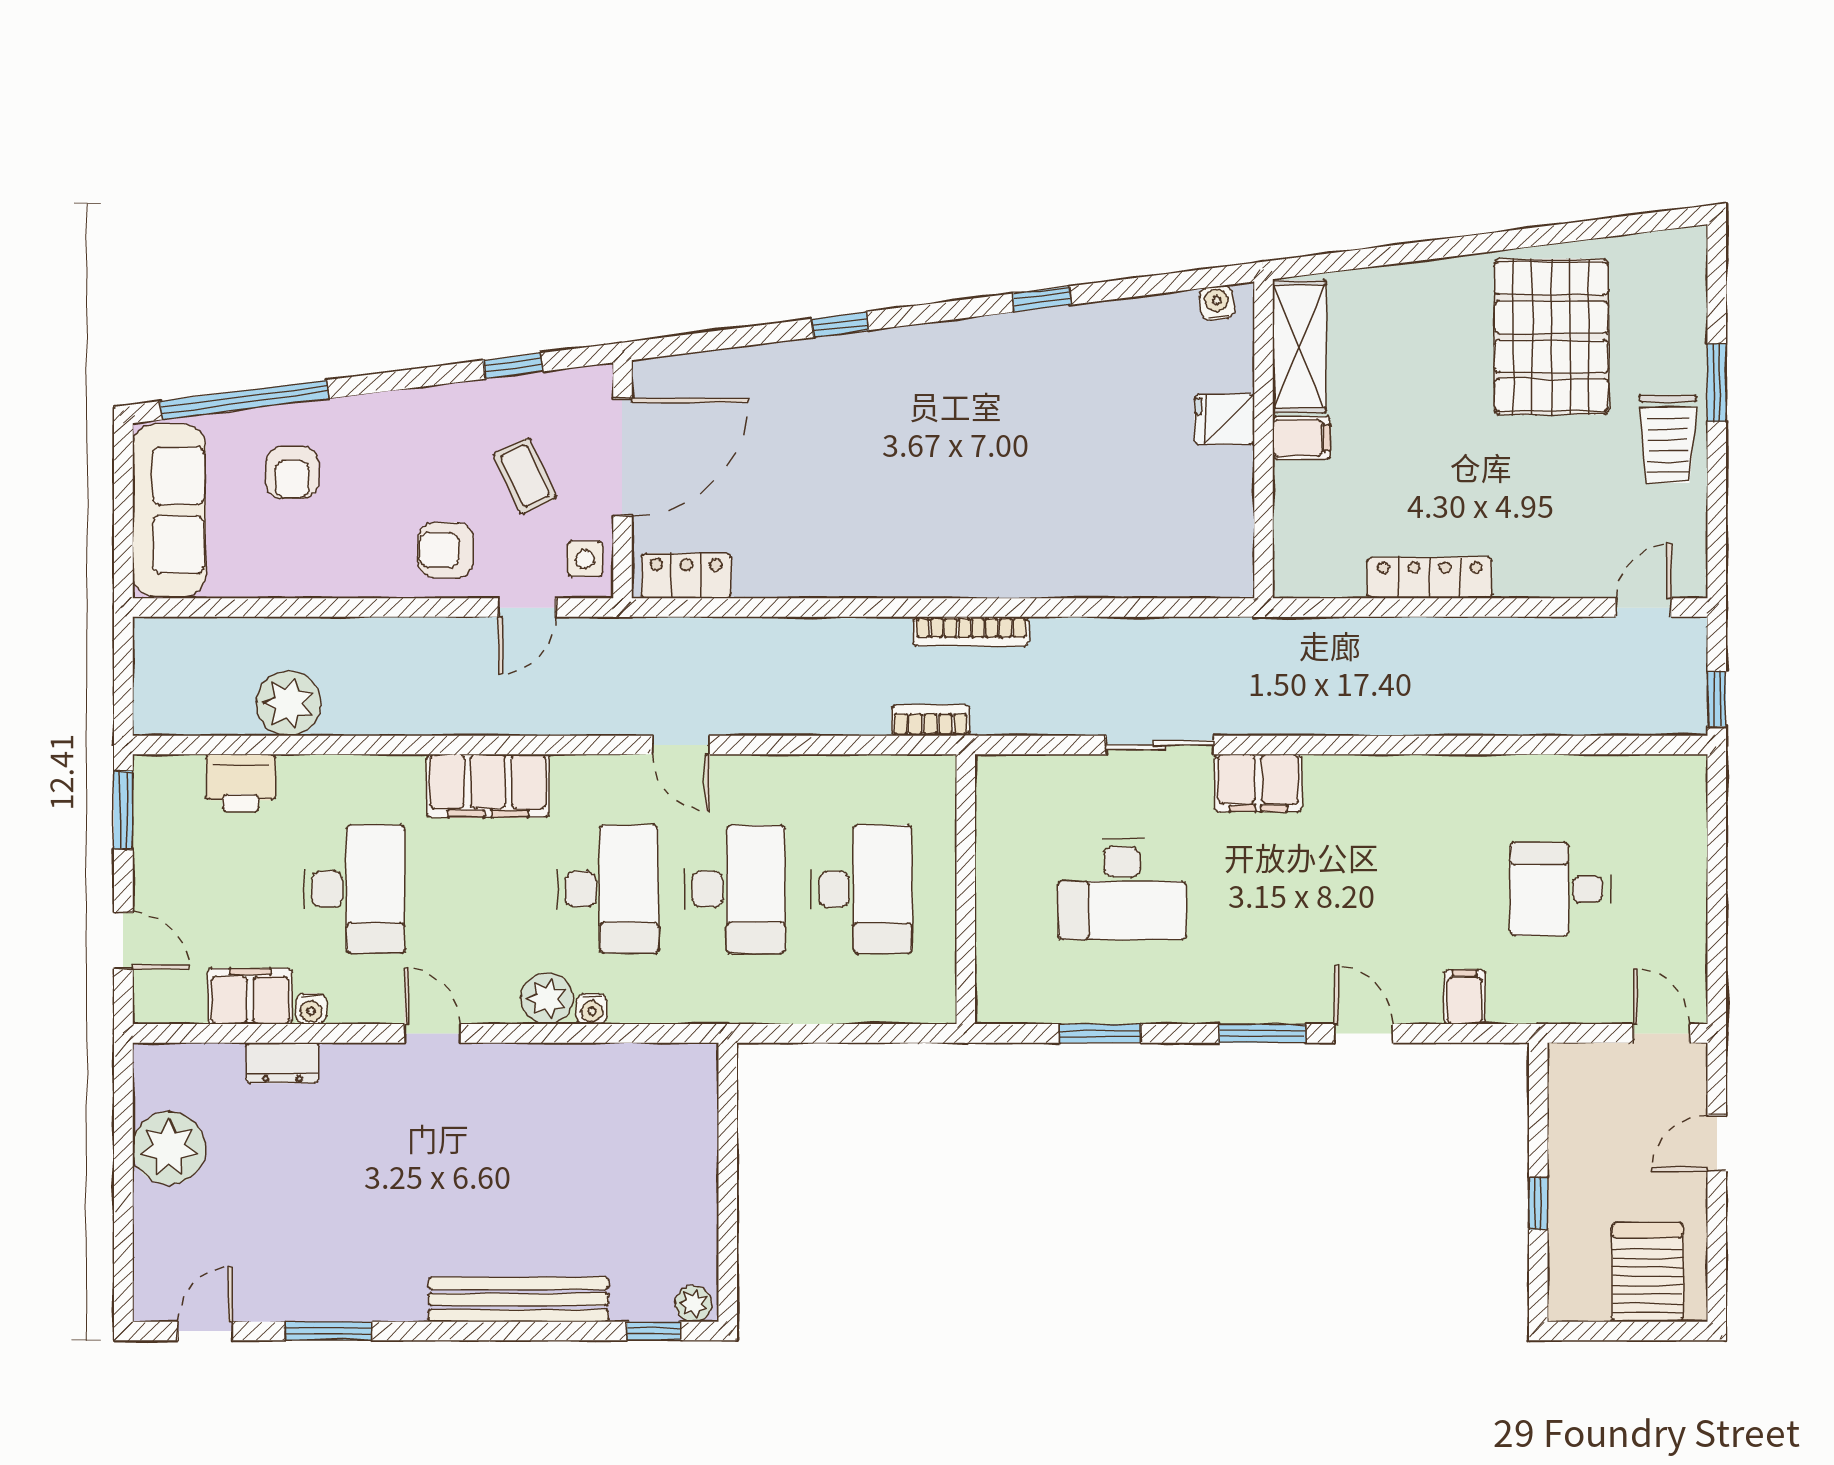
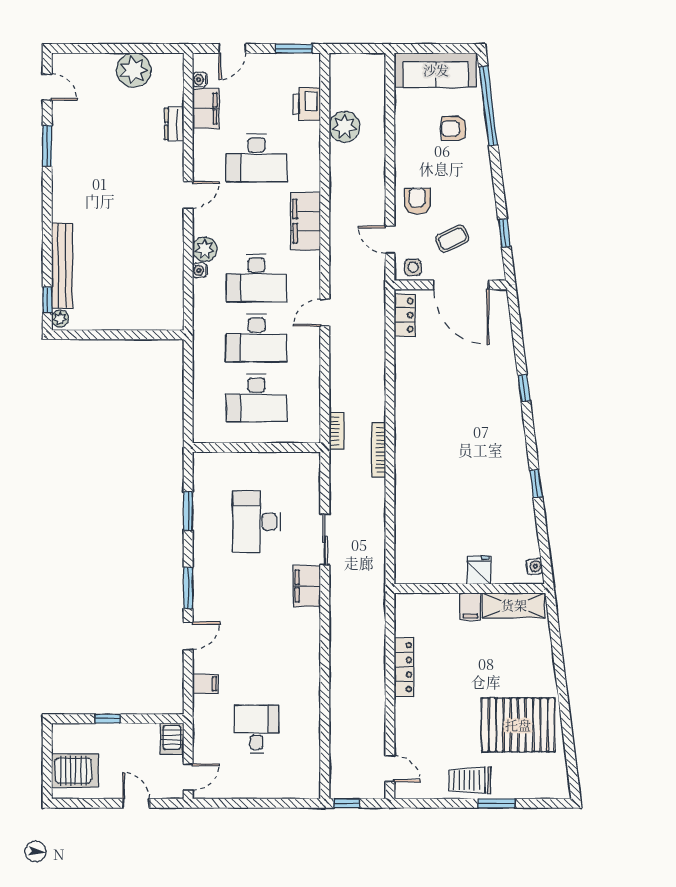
water cooler: (311, 1009) -> (200, 80), moved
server rack: (1580, 1067) -> (172, 739), added
bench: (519, 1299) -> (62, 266), moved

